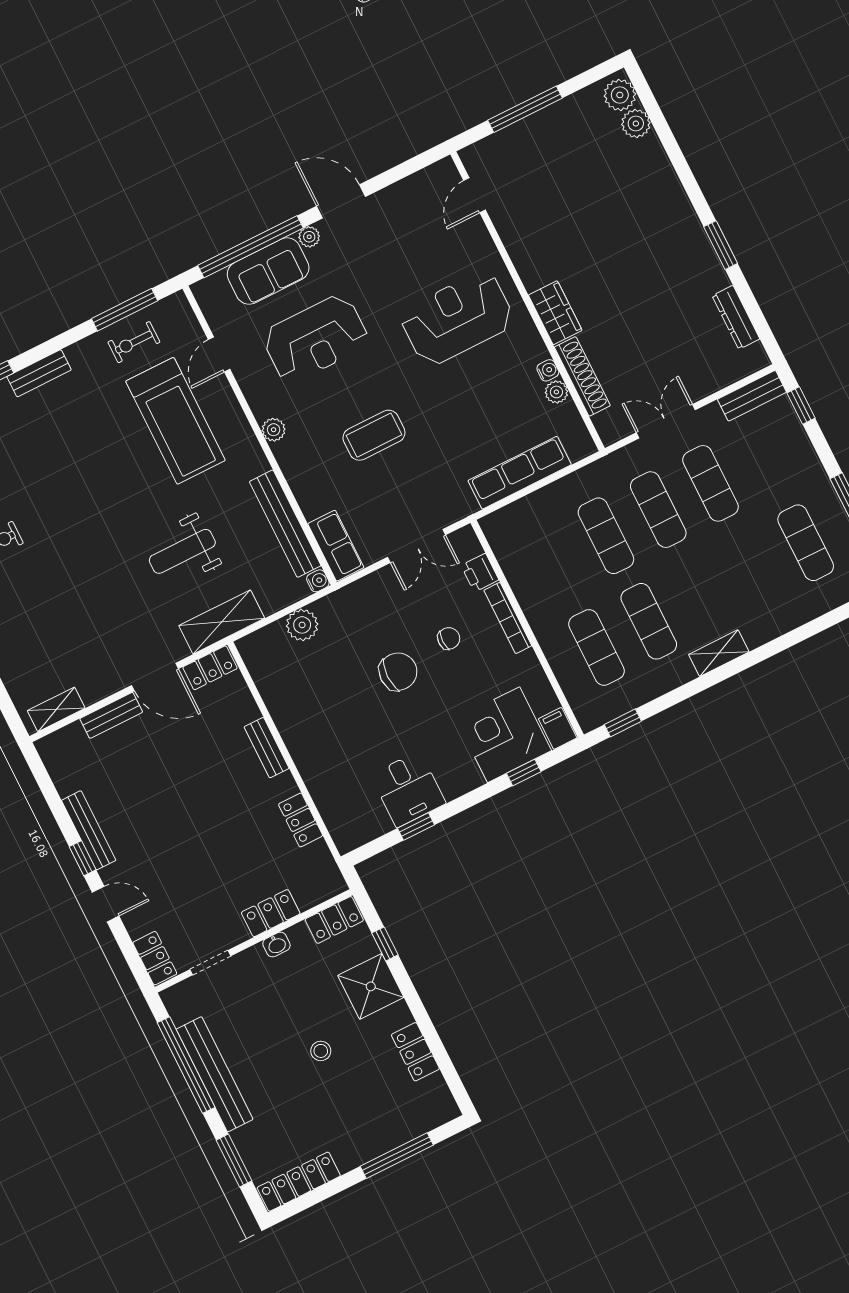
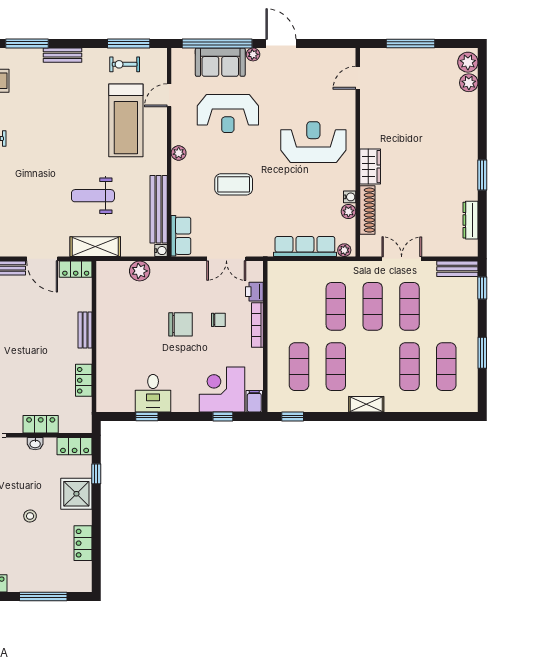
plant: (578, 450) -> (344, 250), added
exercise mat: (753, 569) -> (409, 367), added

